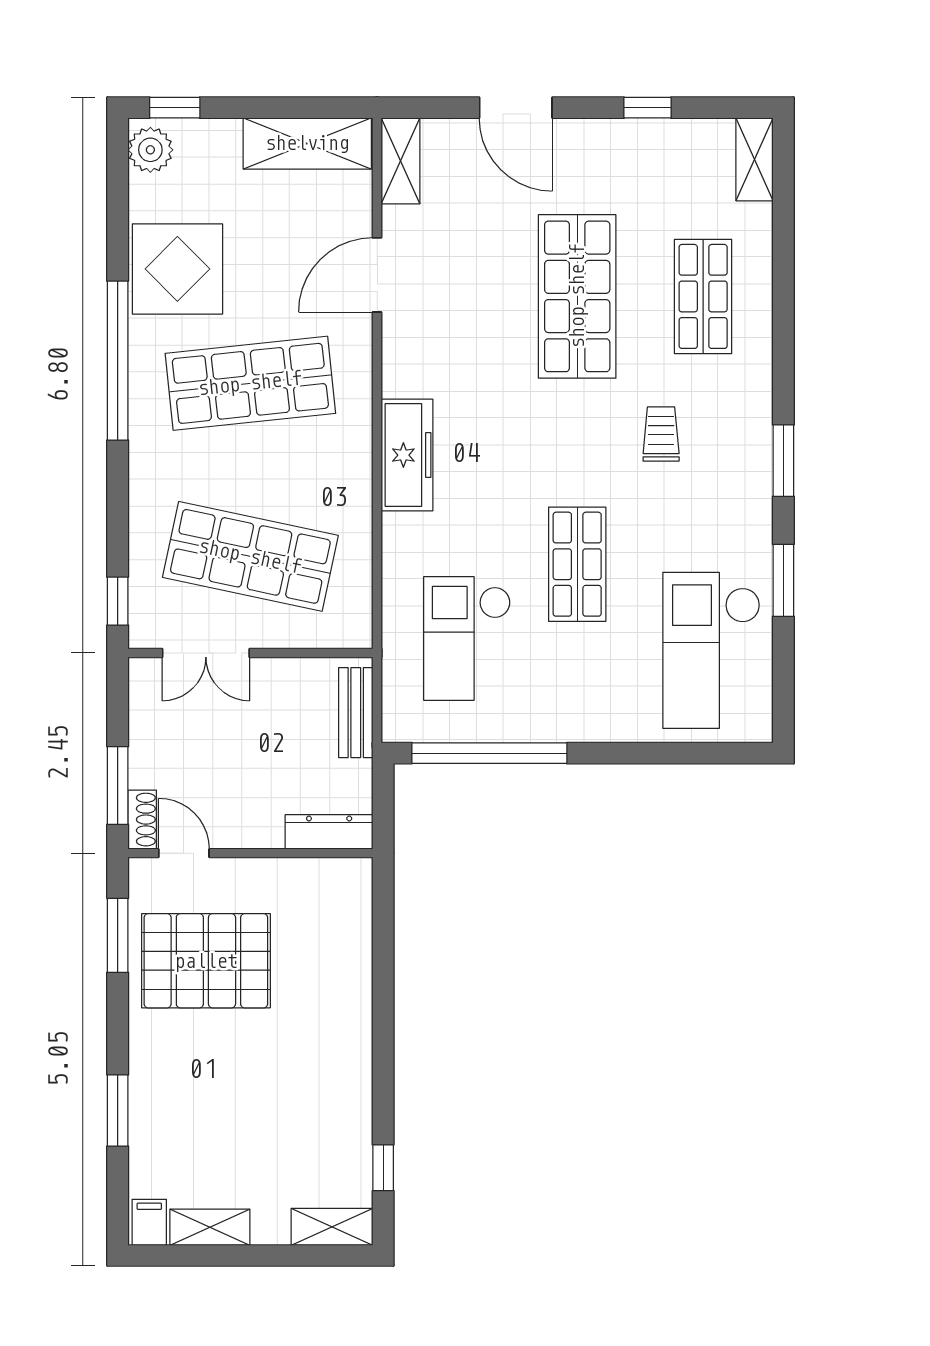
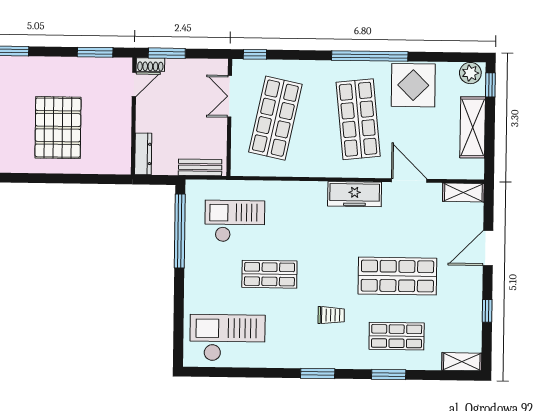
shelving: (307, 143) -> (473, 127), moved
freezer: (407, 455) -> (355, 194), moved
window: (783, 580) -> (389, 374), moved
pallet: (206, 961) -> (58, 128), moved

